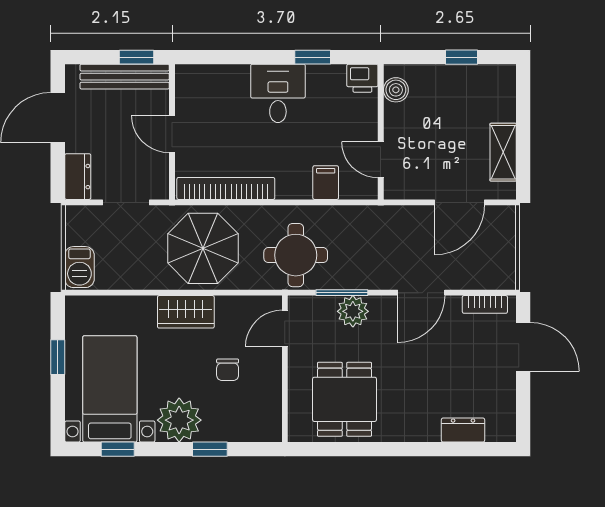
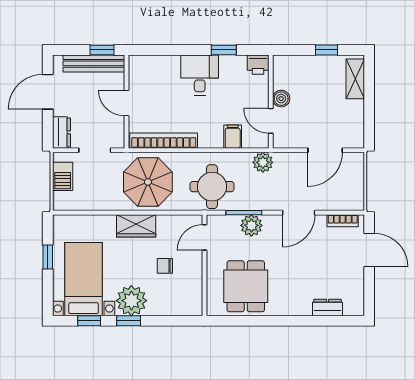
boiler: (396, 90) -> (281, 99), moved
shelving: (503, 152) -> (355, 79), moved
plant: (369, 220) -> (263, 162), added
barbecue: (79, 267) -> (63, 176), moved
chair: (228, 370) -> (165, 266), turned 90
window: (210, 449) -> (129, 321), moved

